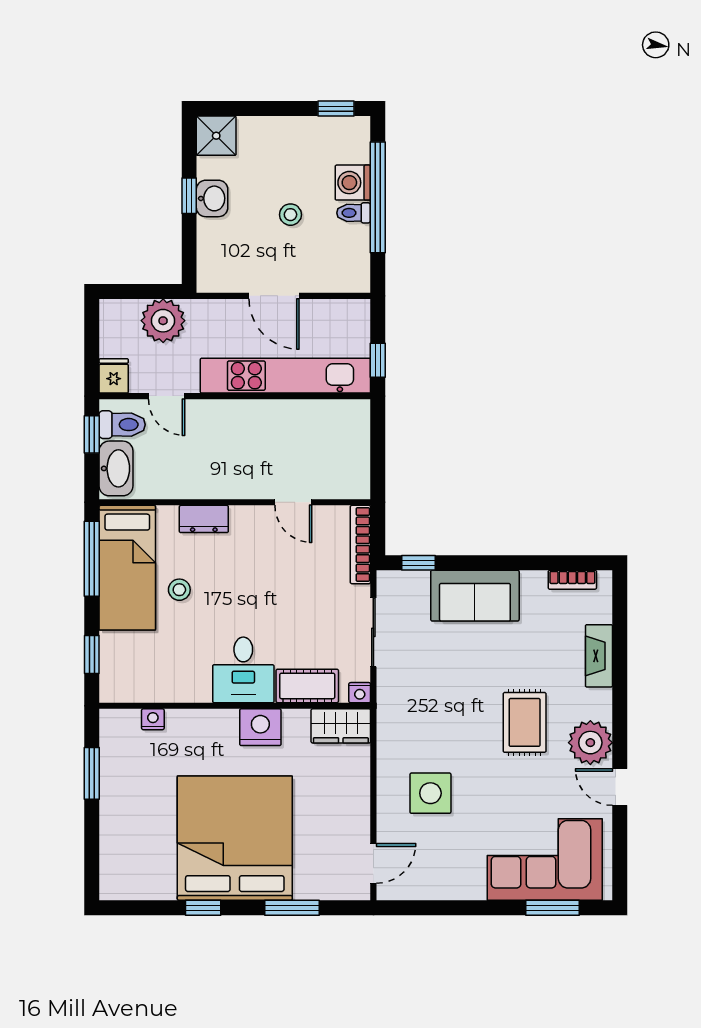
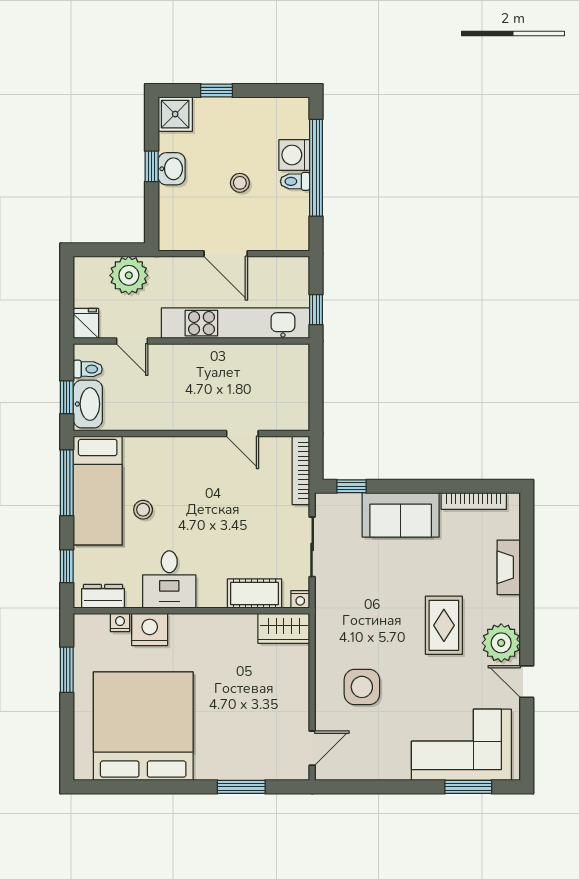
window: (336, 109) -> (217, 90), moved
toilet: (122, 425) -> (88, 369), width x0.73, depth x0.72
window: (92, 434) -> (67, 397), moved
dresser: (204, 519) -> (103, 596), moved, turned 180
bookcase: (572, 580) -> (474, 501), width x1.56
desk: (243, 670) -> (169, 580), moved
nightstand: (260, 727) -> (150, 629), moved
bed: (235, 838) -> (143, 726), moved
window: (203, 908) -> (164, 787), removed

